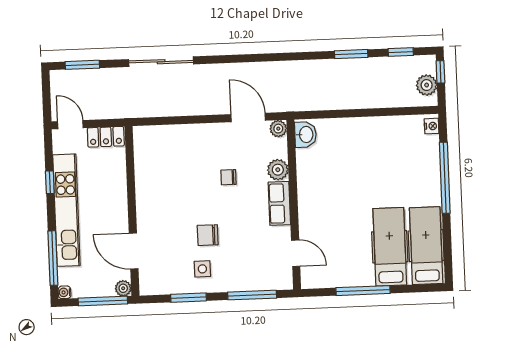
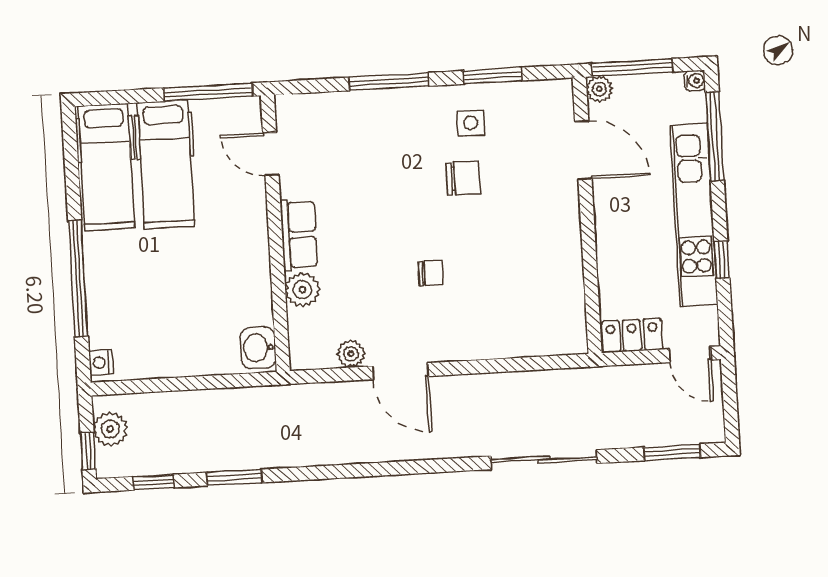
washbasin: (306, 135) -> (258, 348), moved
plant: (278, 170) -> (302, 290), moved
row of seats: (279, 203) -> (299, 235), moved
wall: (294, 204) -> (275, 233), moved
door: (296, 253) -> (271, 154), moved

